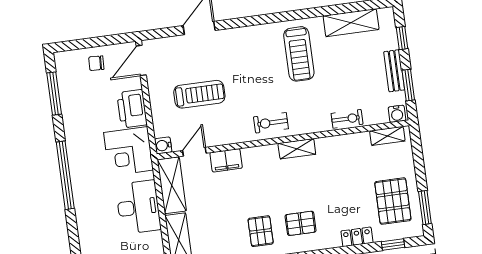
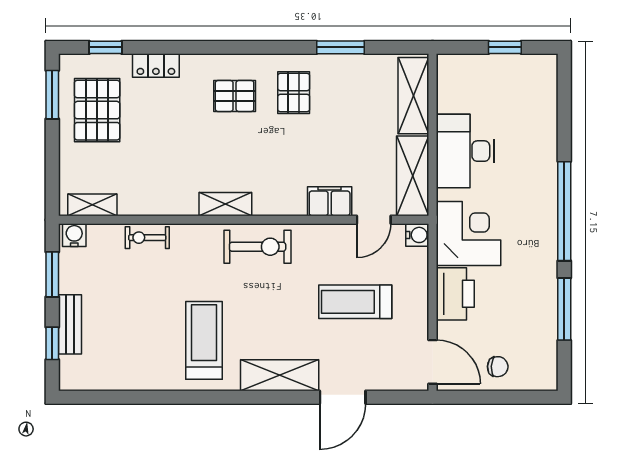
shelving: (351, 23) -> (280, 375), moved
door: (141, 60) -> (433, 362), hinge flipped
bench: (394, 71) -> (70, 324), moved
window: (54, 94) -> (564, 309), moved
exercise bike: (271, 123) -> (258, 247), width x1.38, depth x1.39

